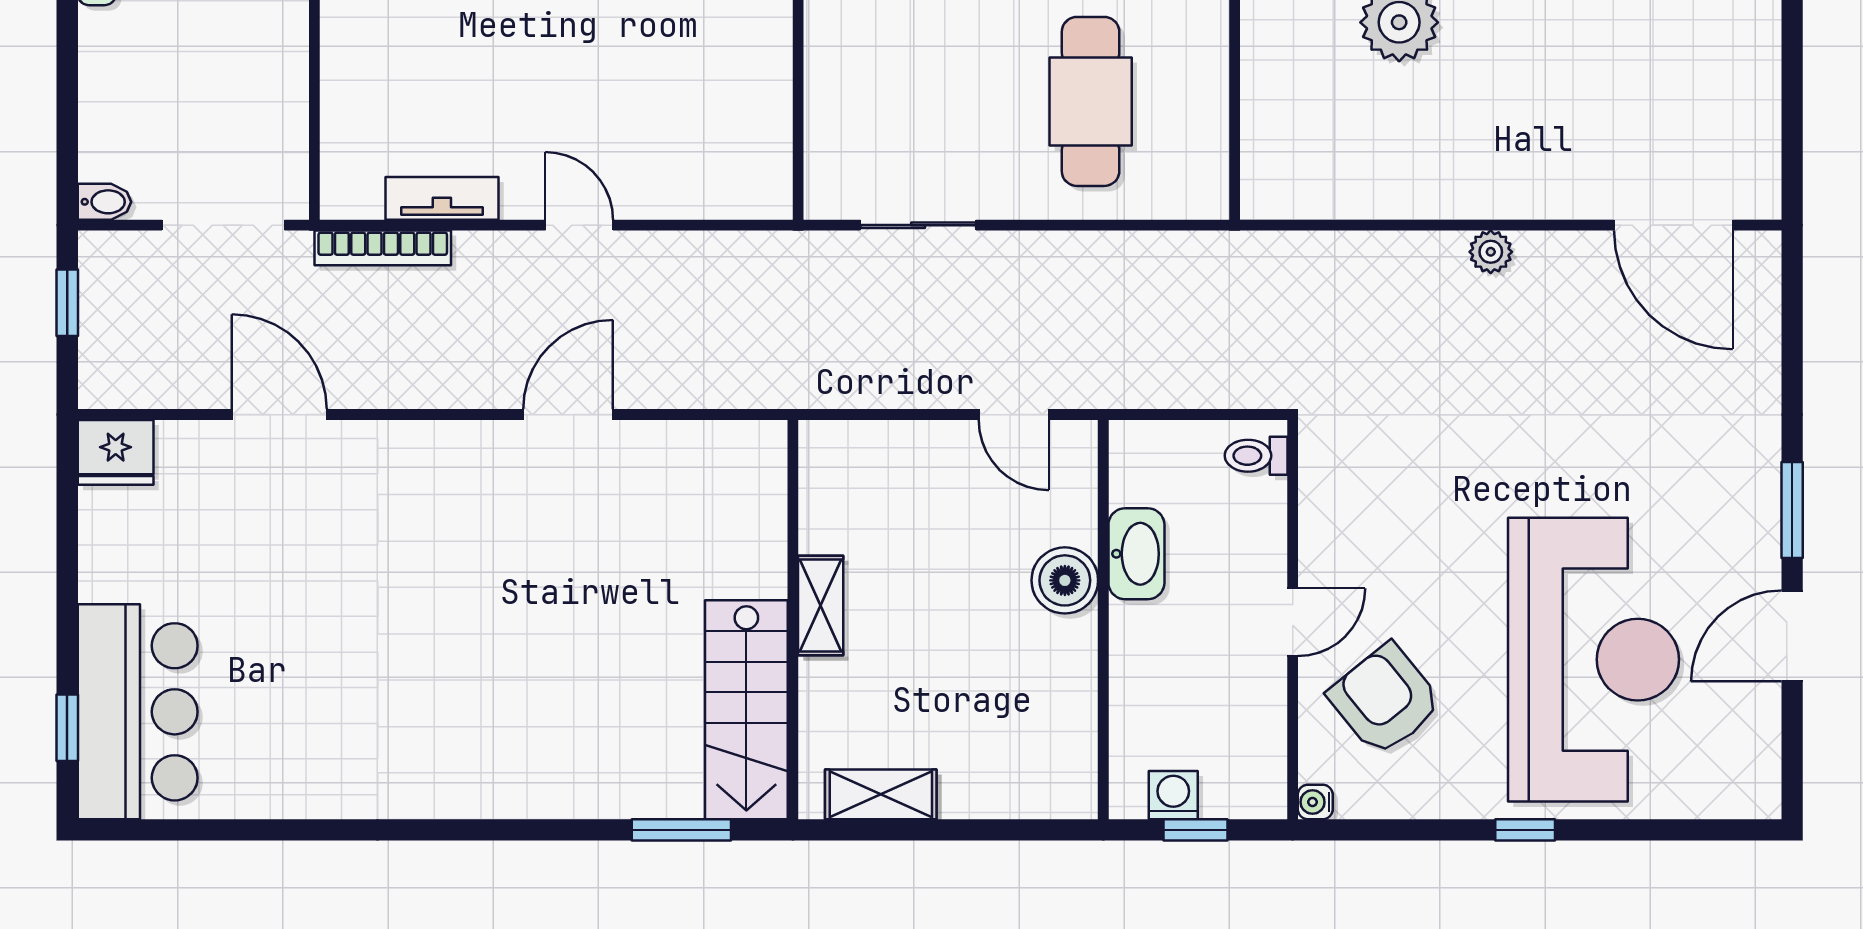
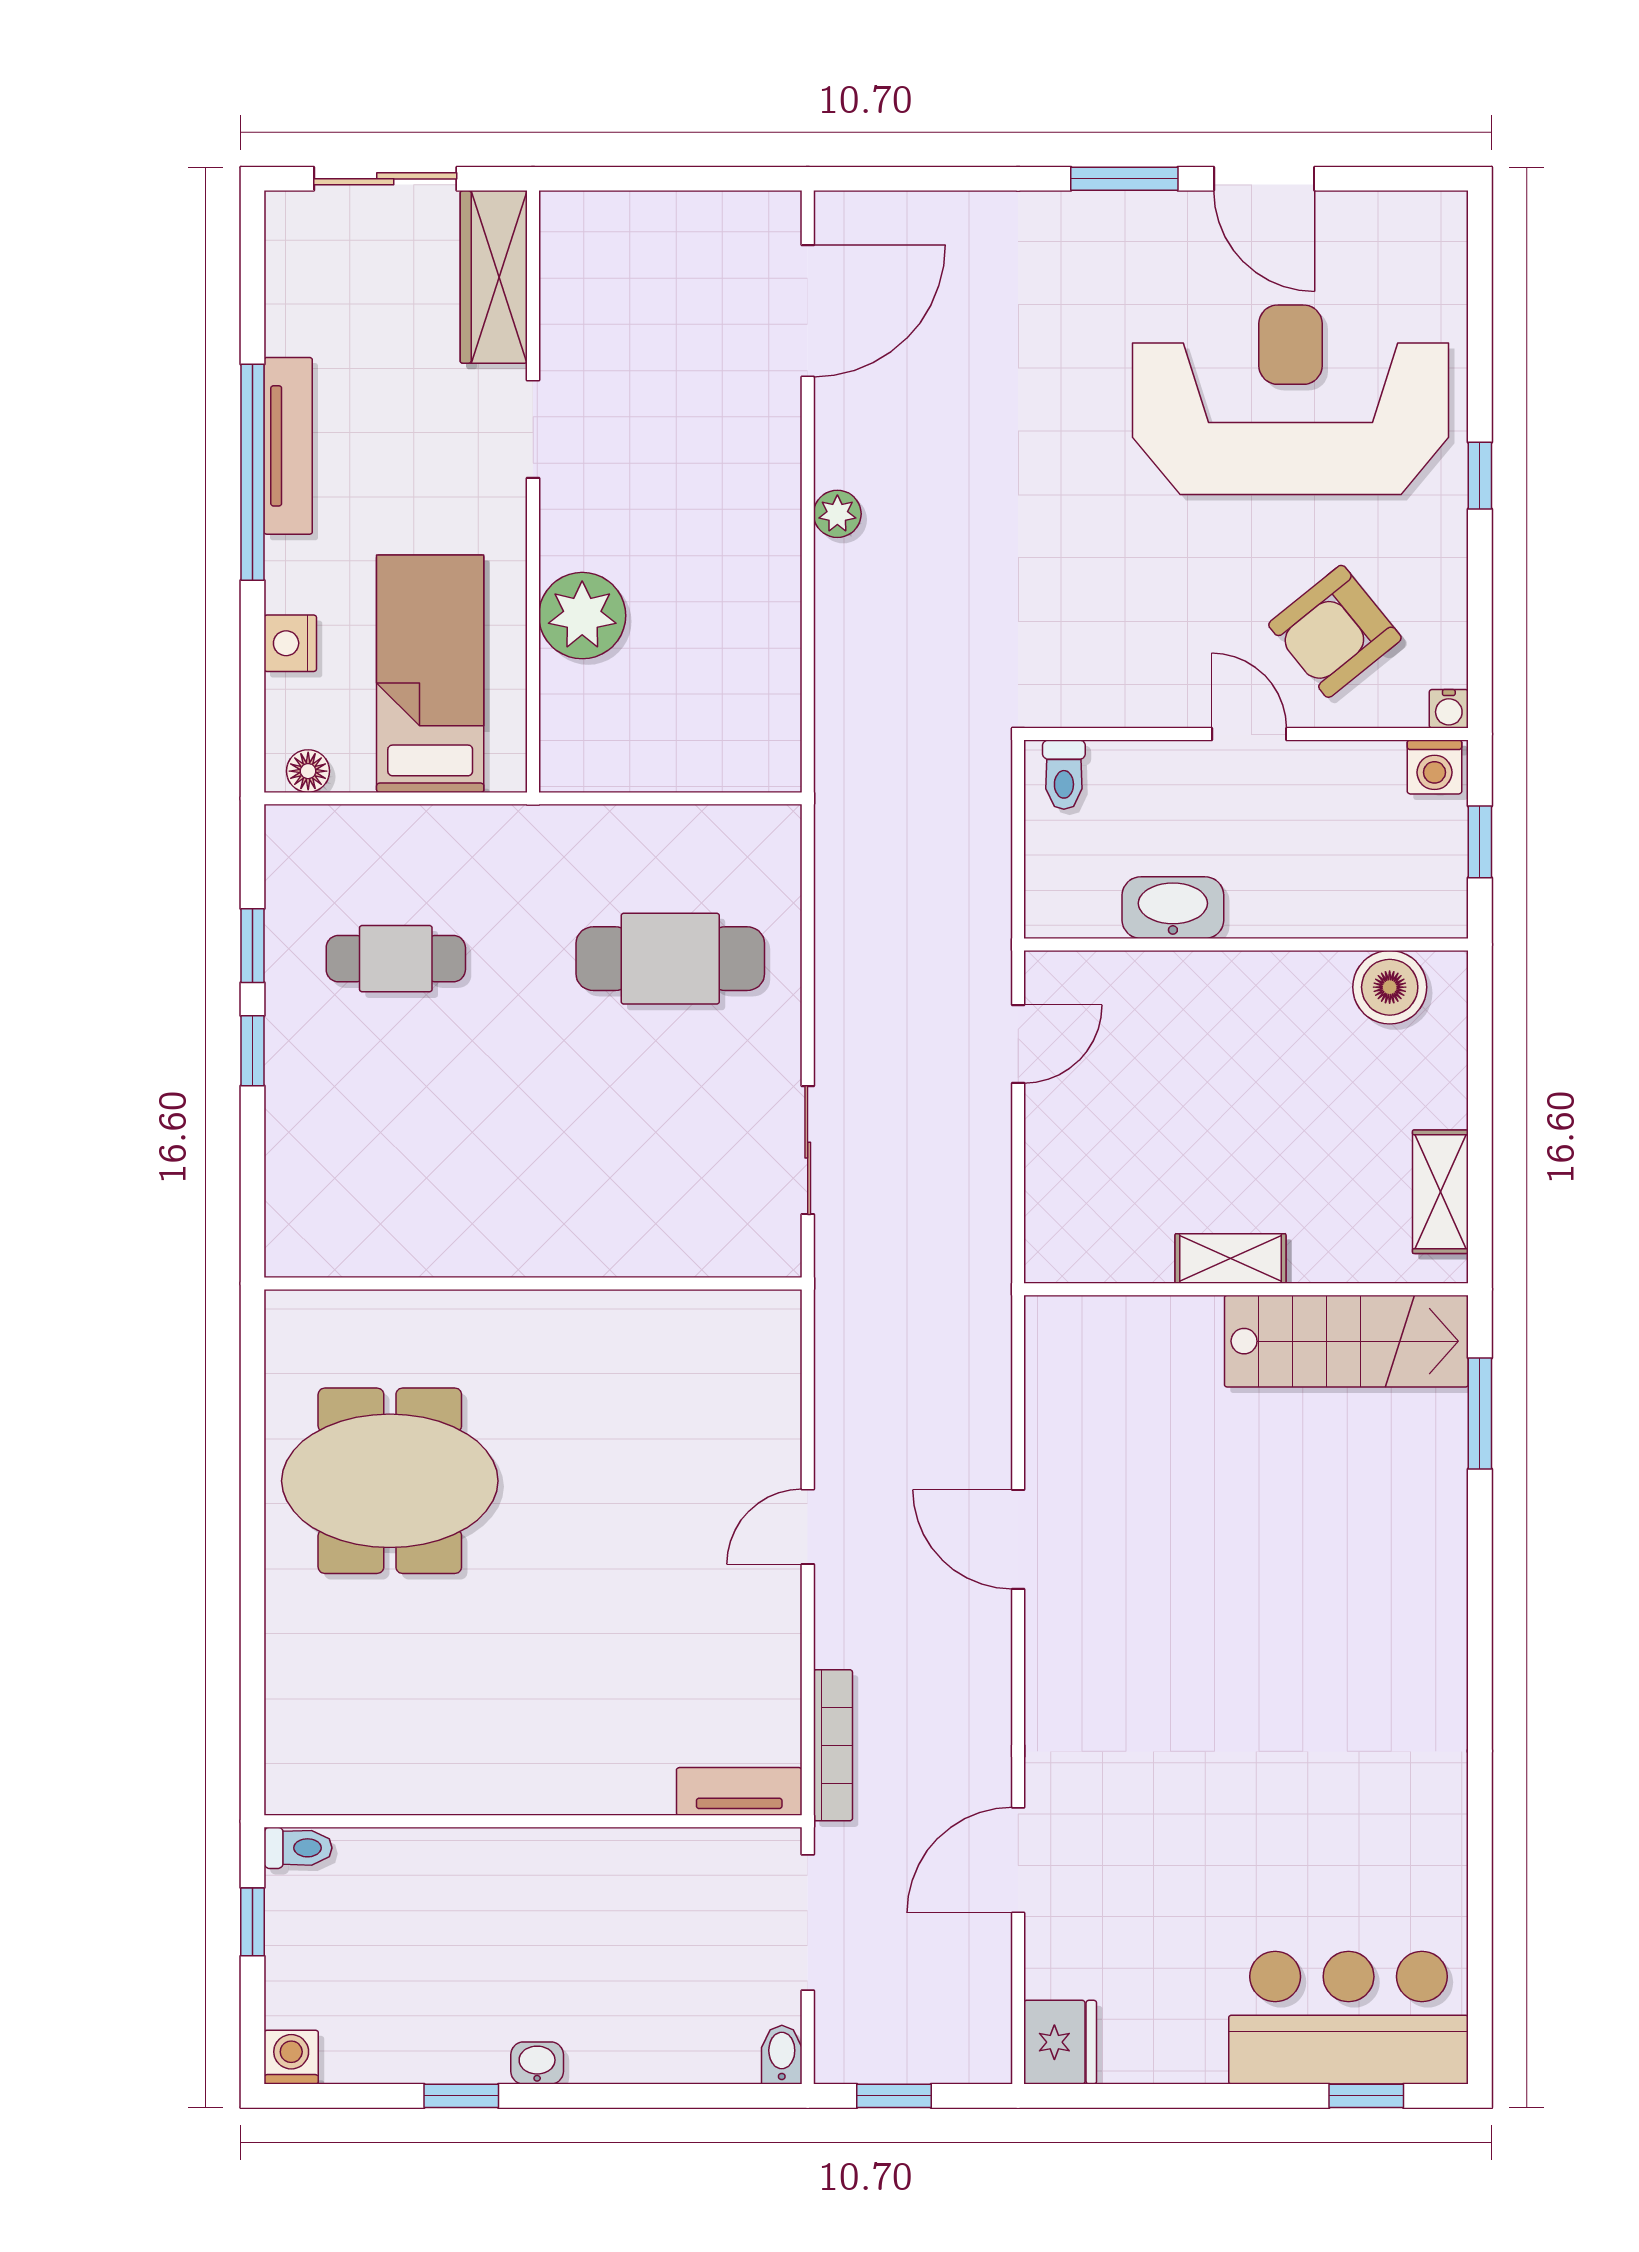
tv unit: (442, 198) -> (739, 1791), moved, turned 90
boiler: (1065, 580) -> (1390, 987), moved
washing machine: (1173, 795) -> (1434, 767), moved, turned -90

